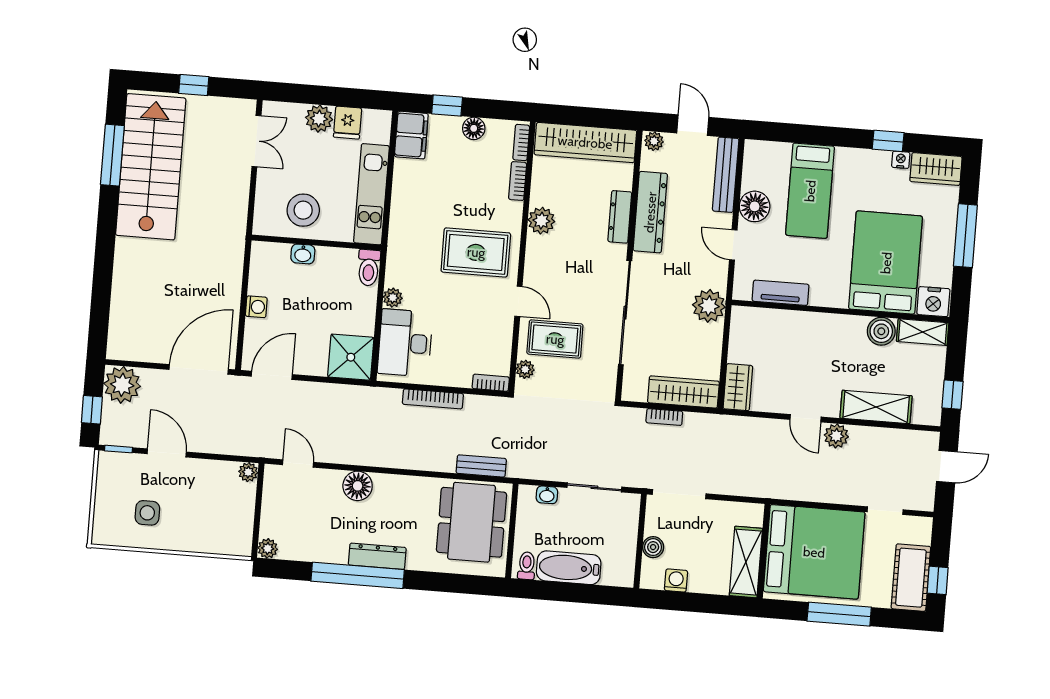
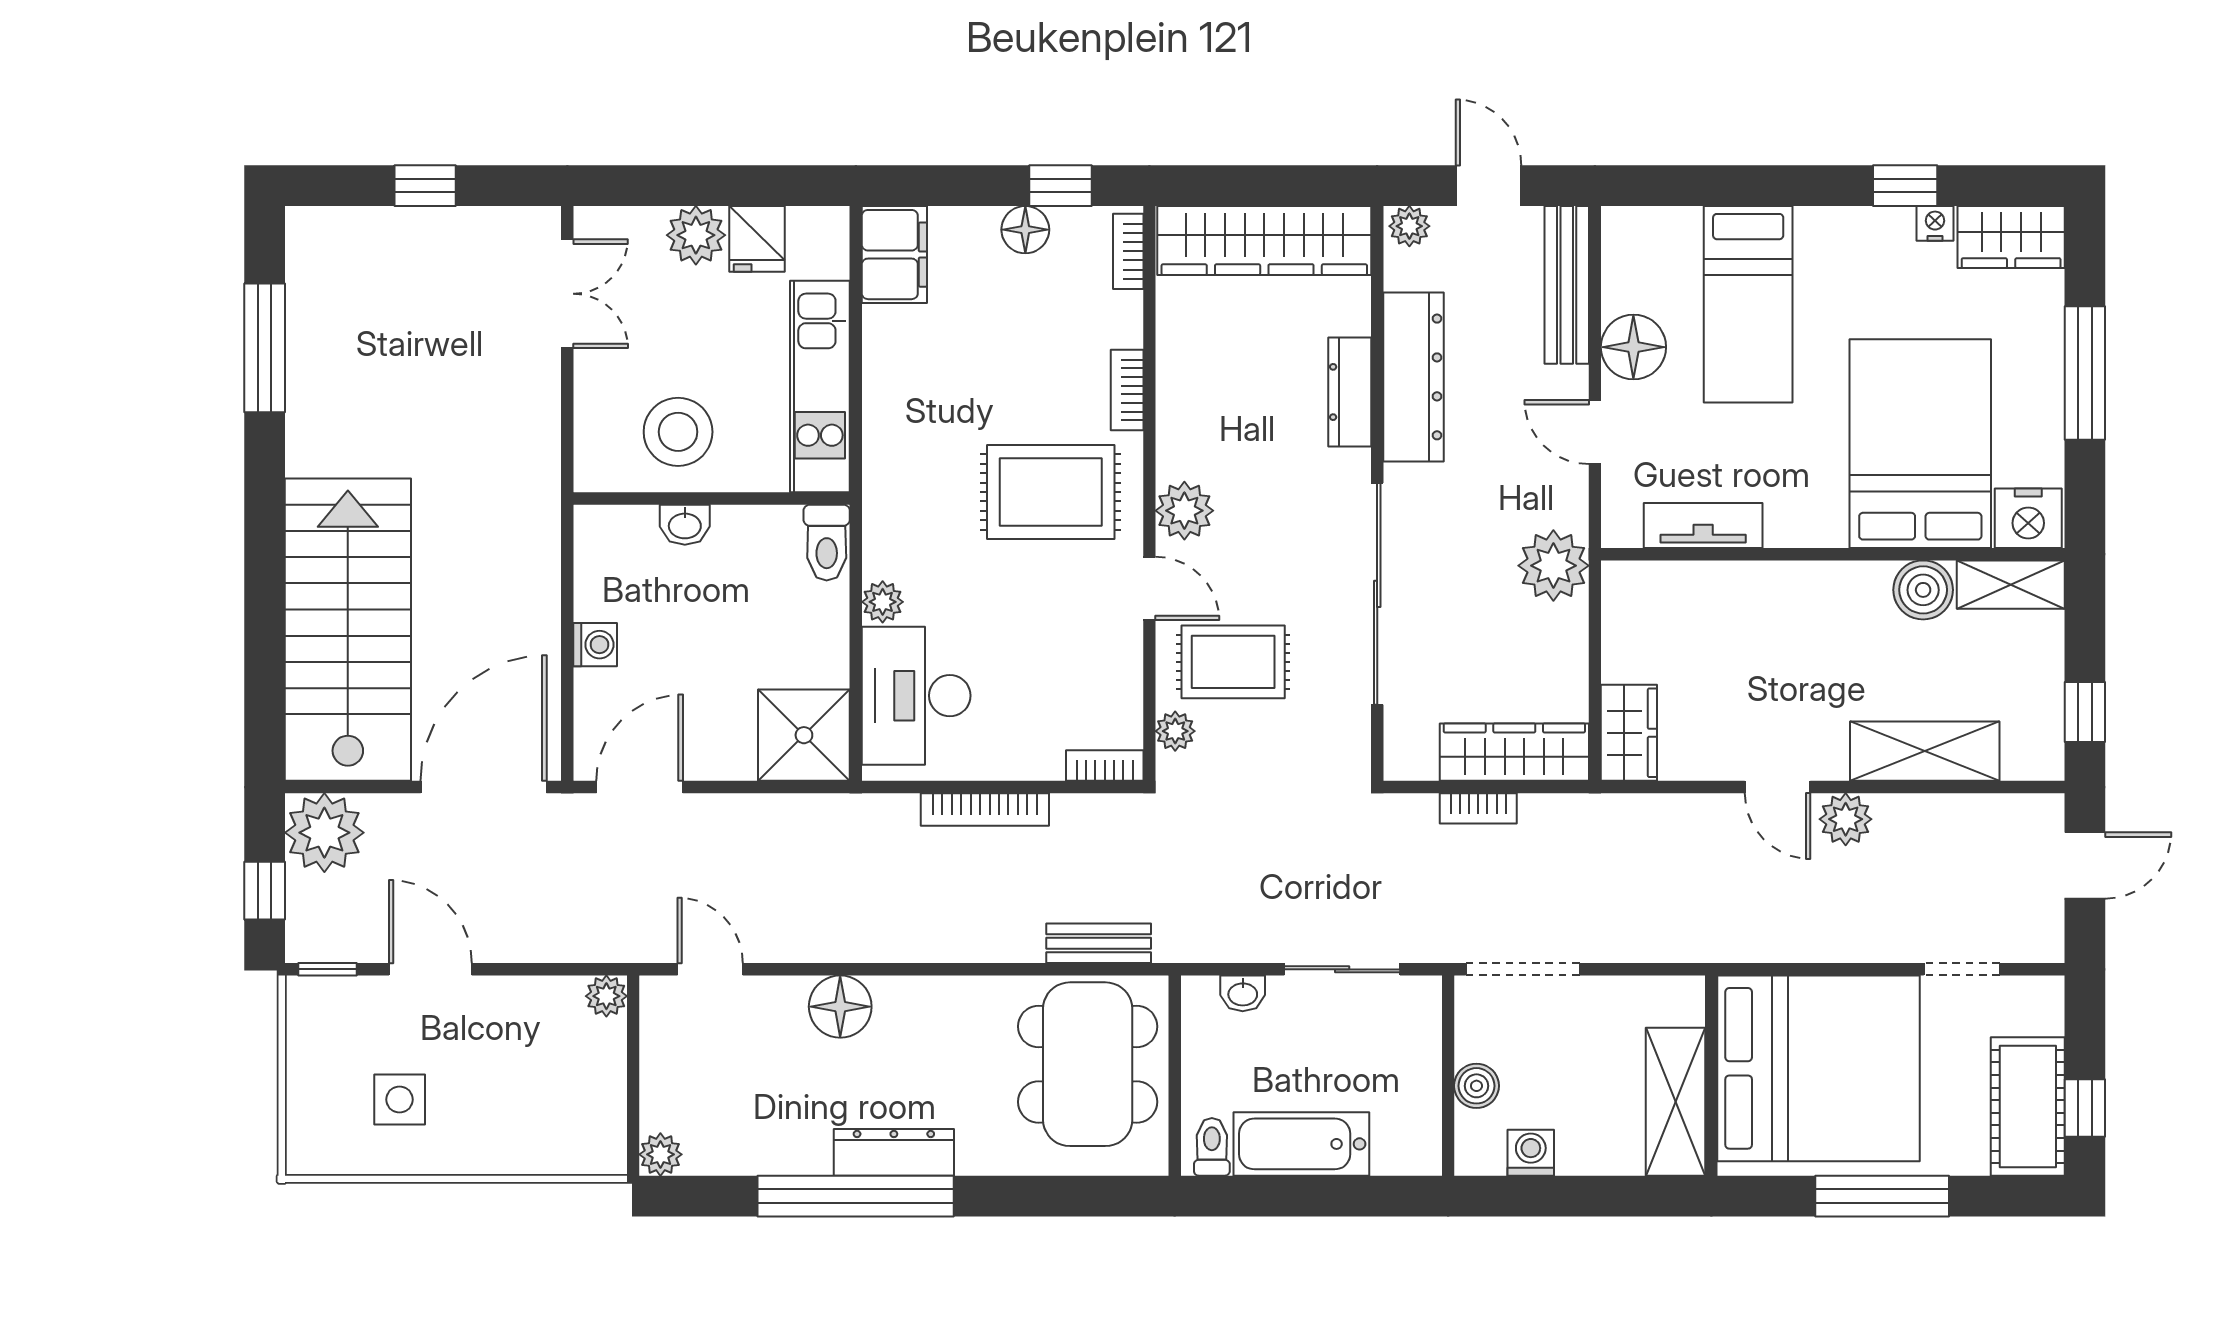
window: (447, 105) -> (1061, 186), moved
stairs: (151, 167) -> (348, 630), moved
bookcase: (518, 181) -> (1127, 390), moved
plant: (541, 221) -> (1184, 511), moved

